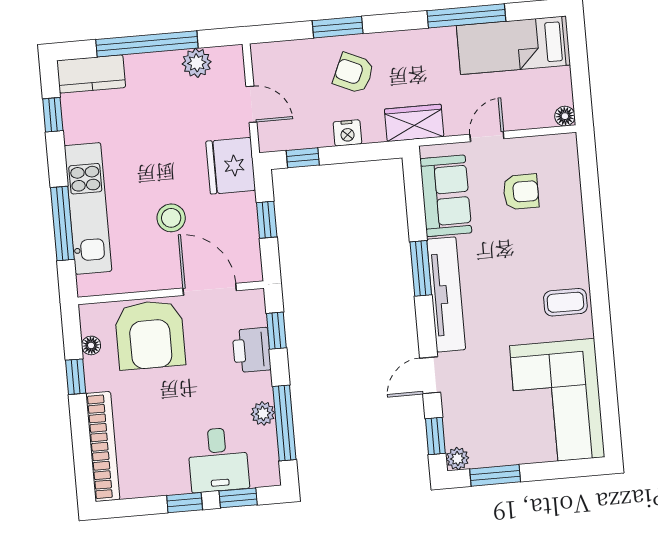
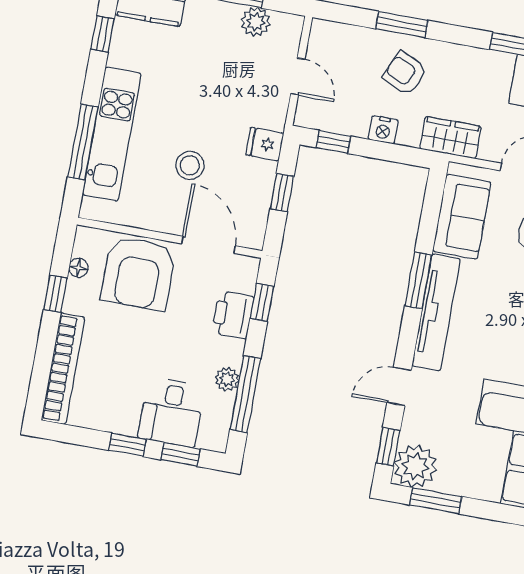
fridge: (231, 166) -> (265, 144), width x0.53, depth x0.75
plant: (458, 459) -> (415, 466), width x1.87, depth x1.87

